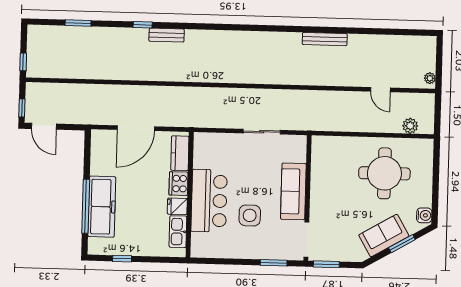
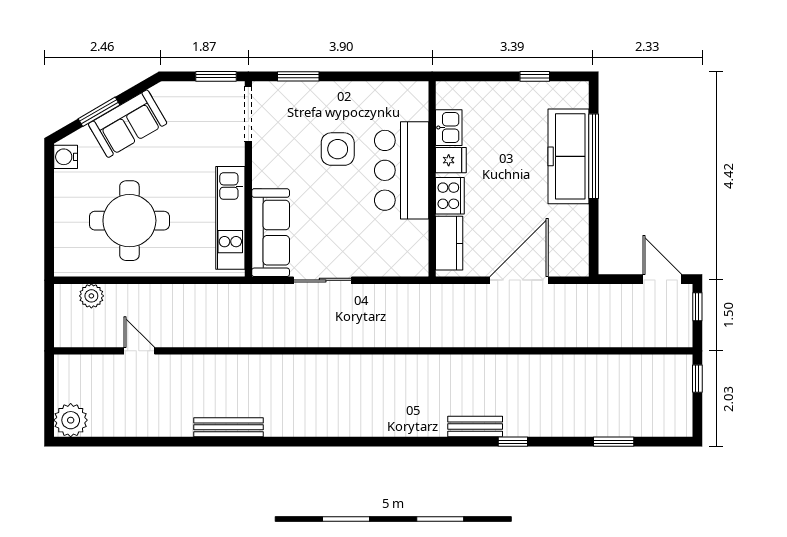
plant: (430, 78) -> (71, 420), moved, width x1.87, depth x1.87
kitchen unit: (320, 173) -> (230, 218), added
sofa: (293, 191) -> (271, 233), moved
kitchen sink: (178, 232) -> (449, 128), width x0.73

